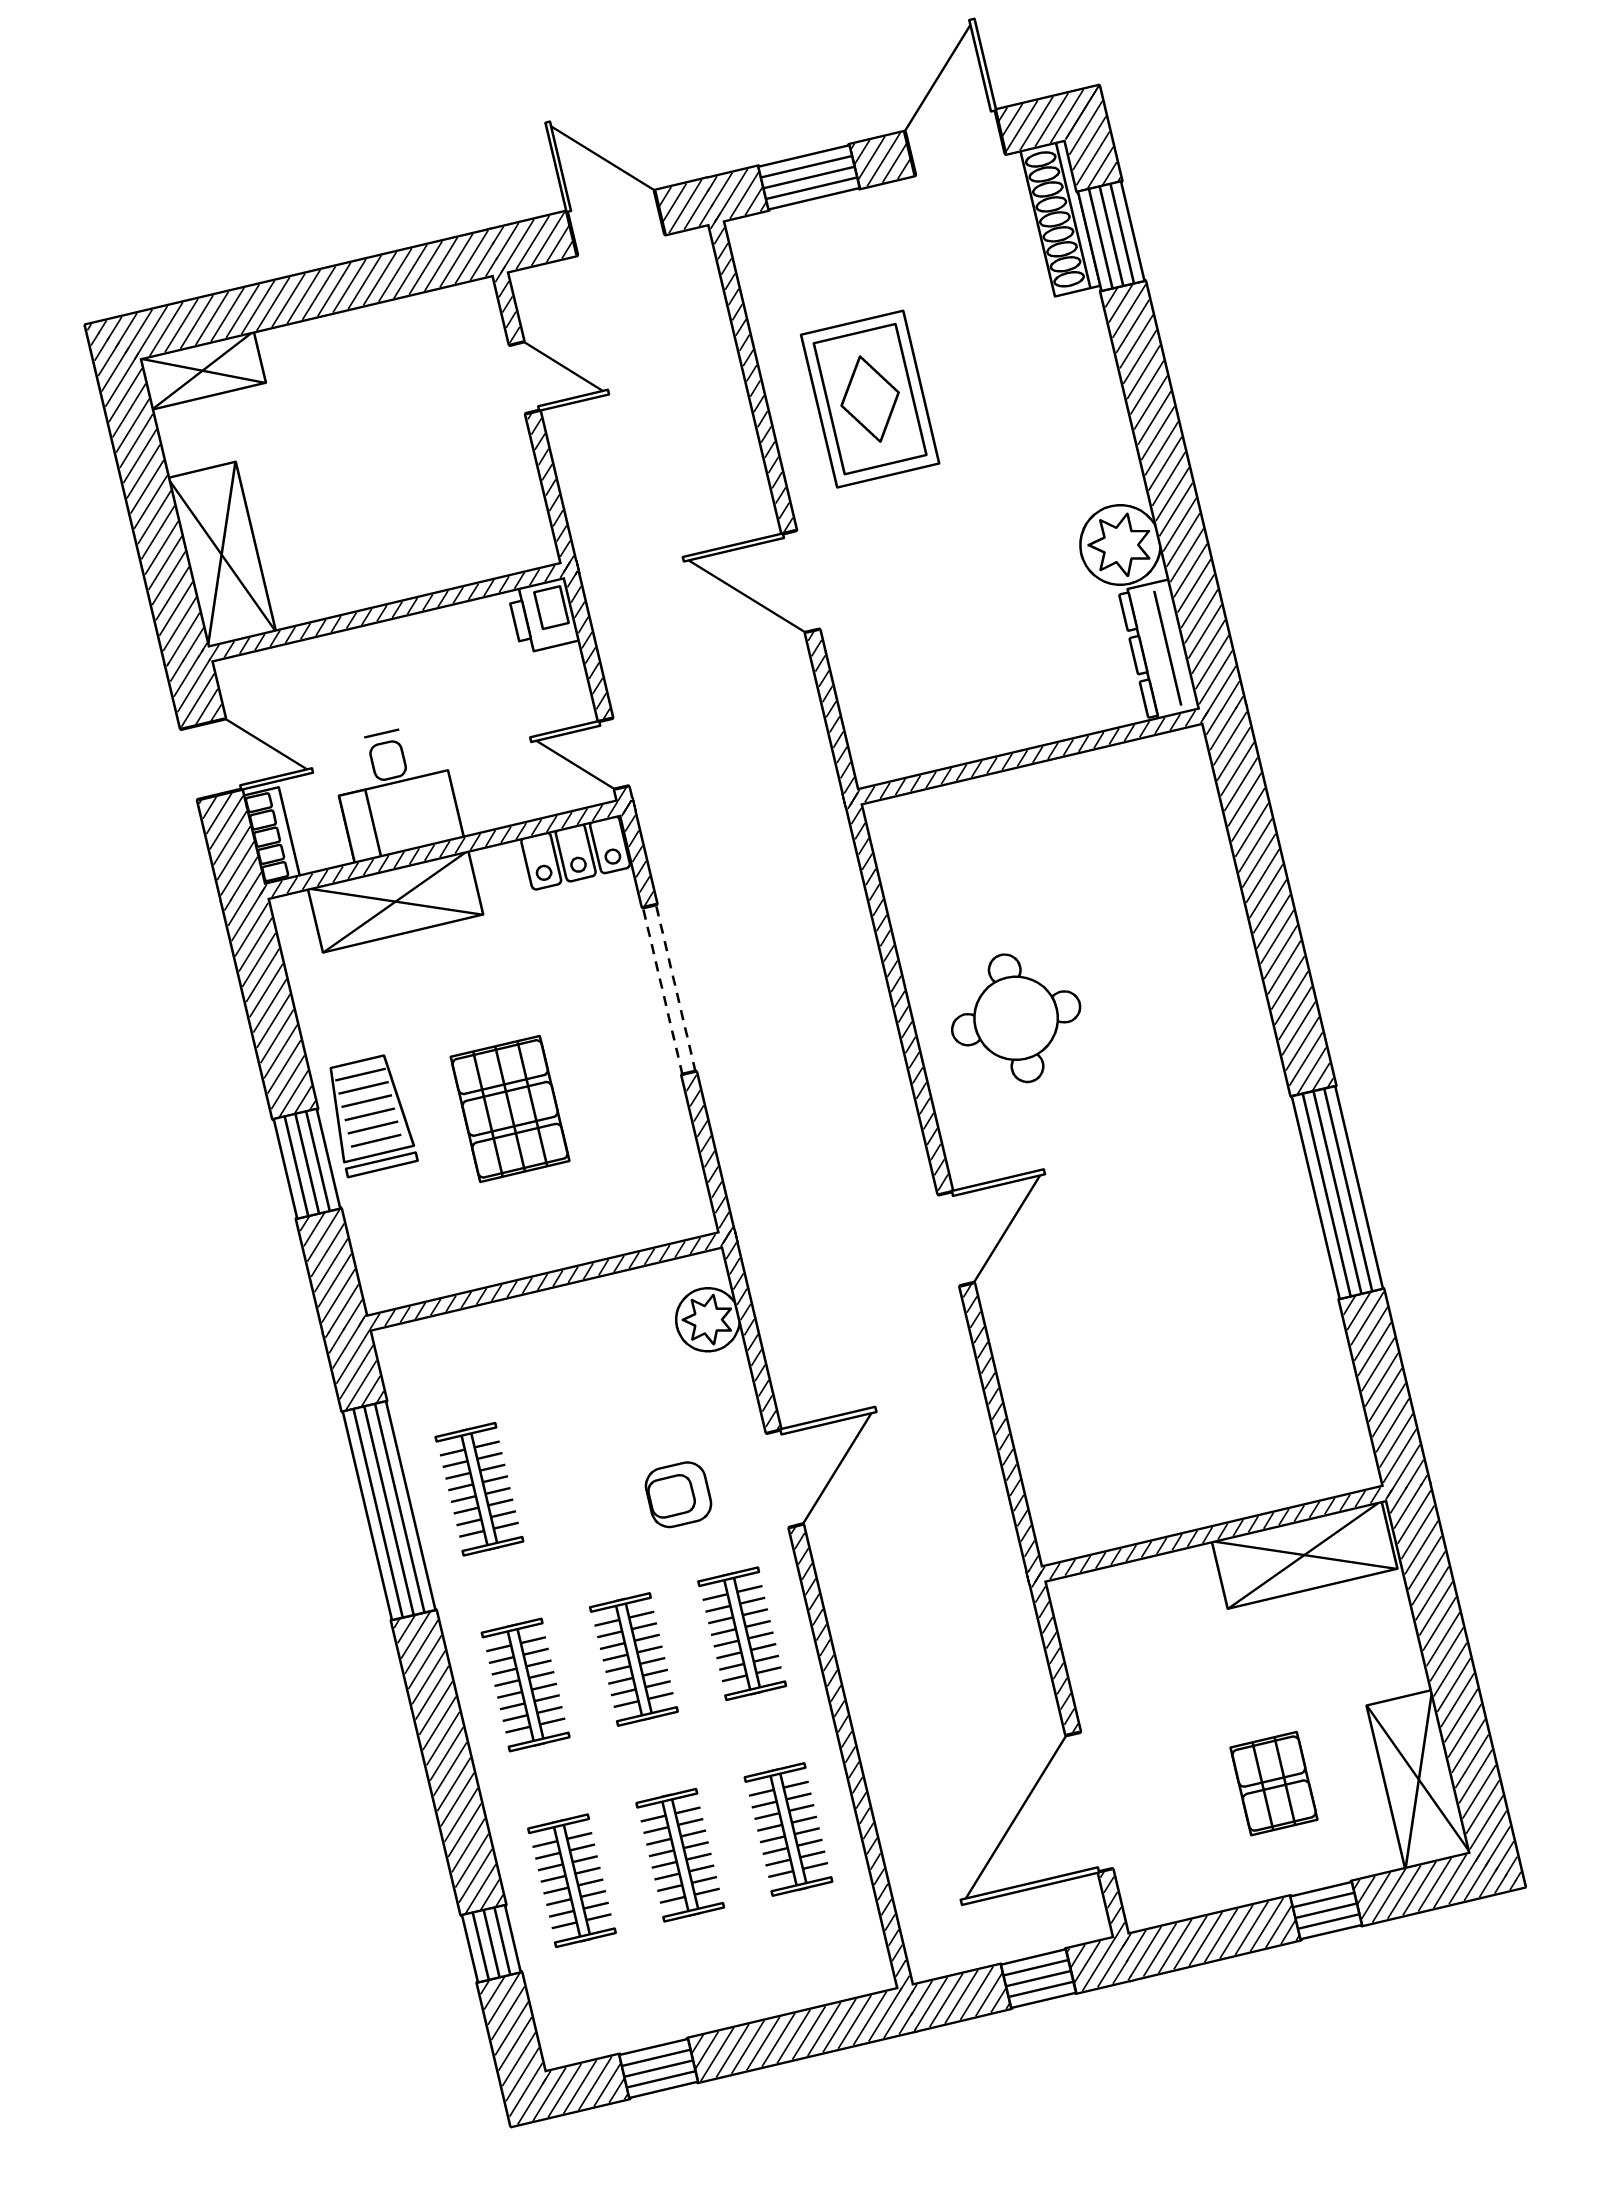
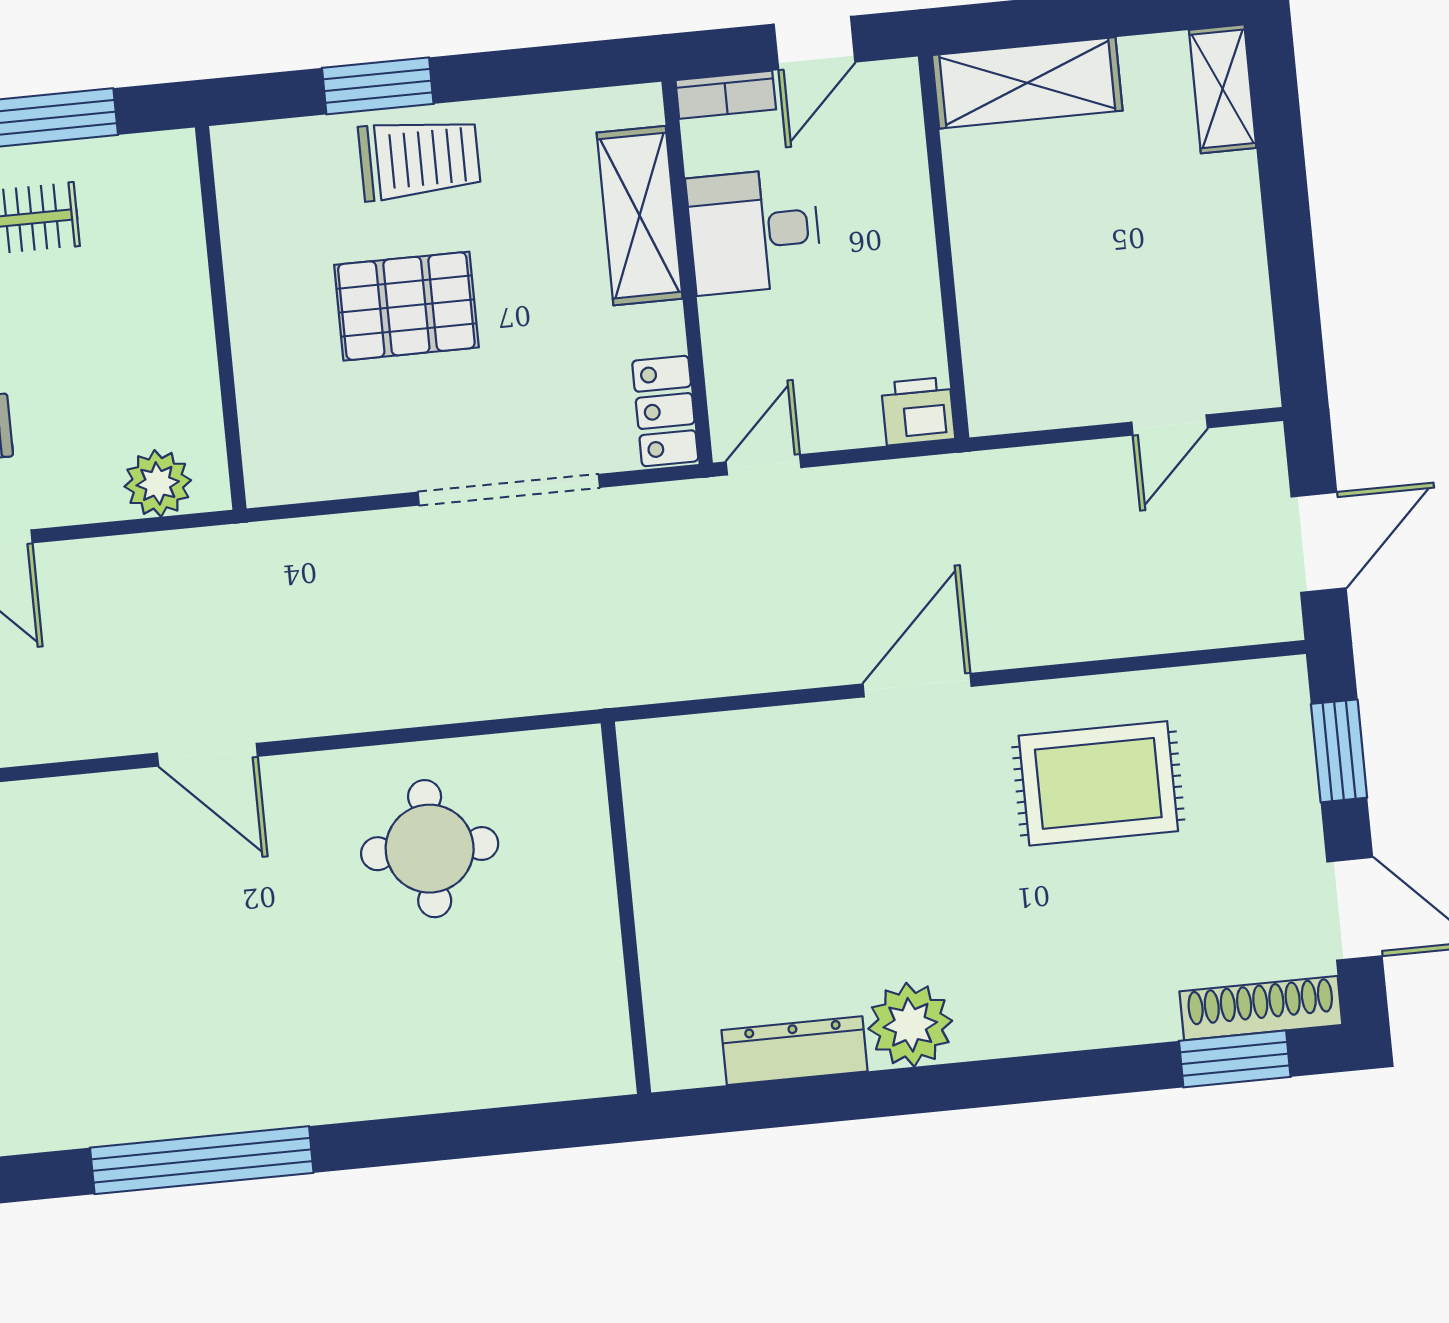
wall: (1030, 756) -> (626, 908), moved

